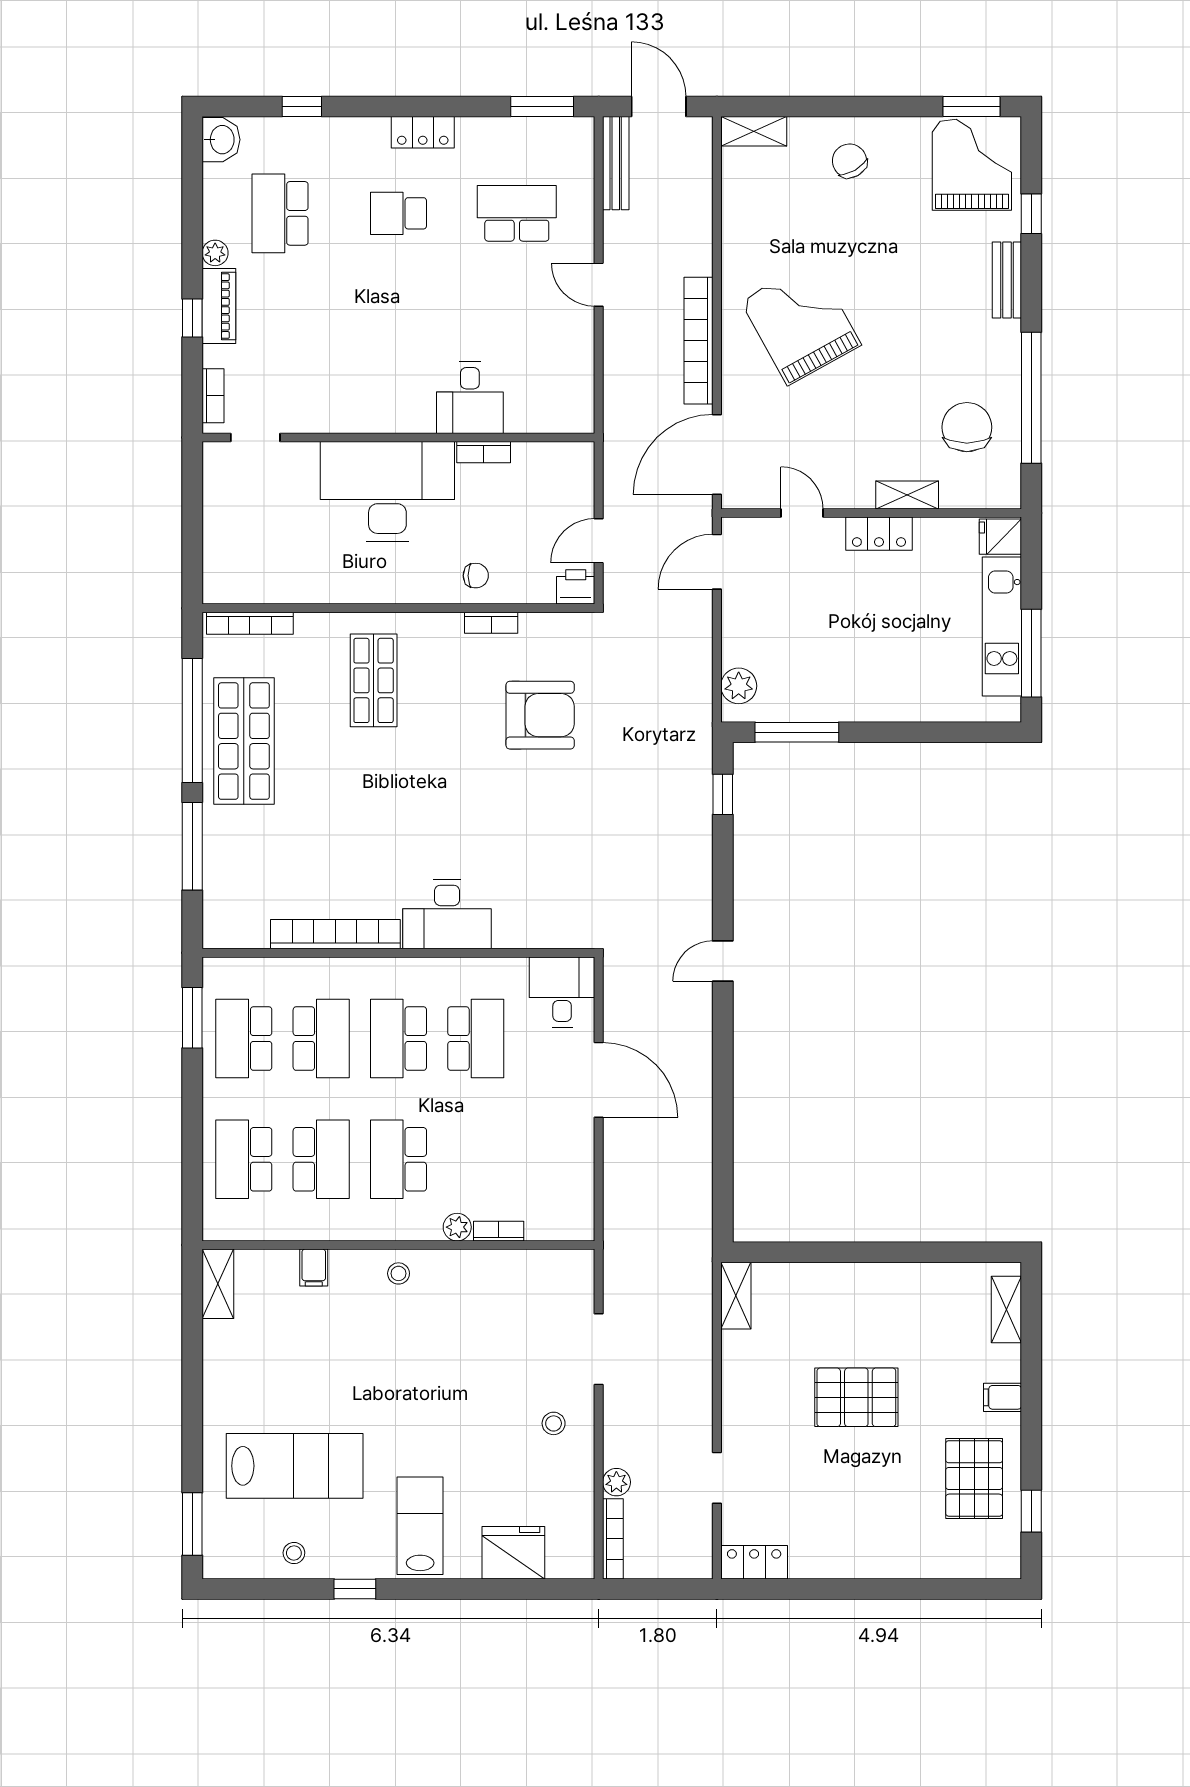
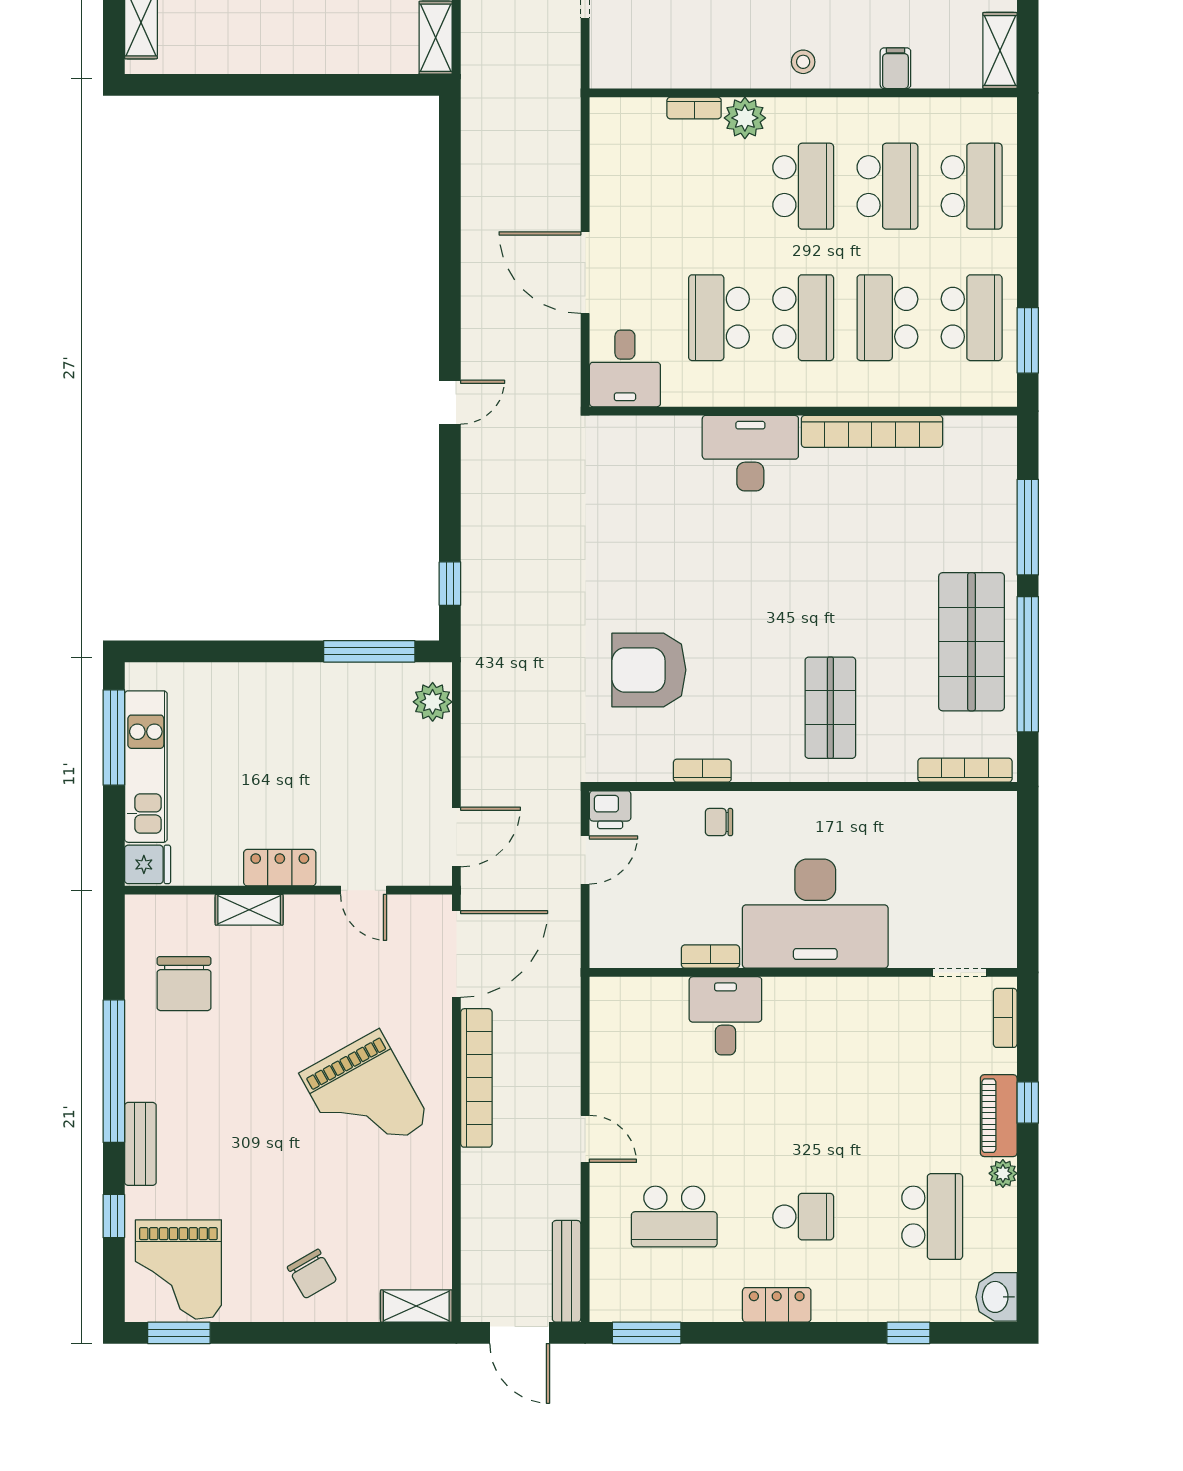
window: (1031, 398) -> (114, 1071), moved
school desk: (321, 1159) -> (887, 186), turned 180
plant: (457, 1227) -> (745, 118), width x1.38, depth x1.38

